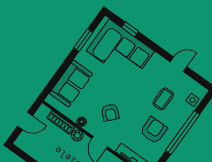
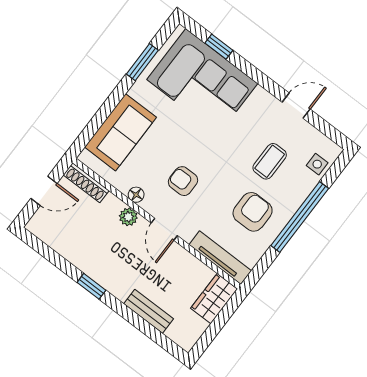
armchair: (110, 113) -> (183, 181), turned 137
shoe rack: (61, 123) -> (86, 183), moved

